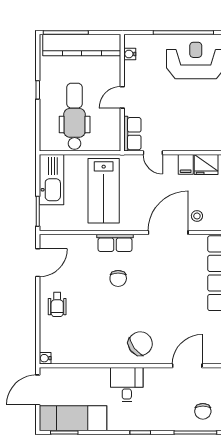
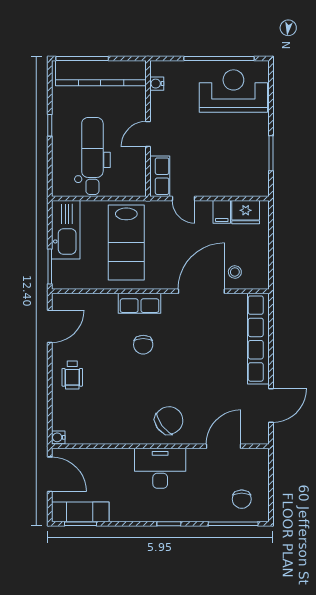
desk: (127, 385) -> (160, 468), width x1.37
door: (38, 390) -> (50, 474), swing flipped
exam couch: (73, 418) -> (80, 512), width x0.73, depth x0.69

